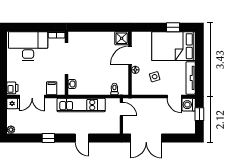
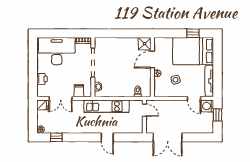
printer: (12, 88) -> (42, 79), moved
window: (48, 138) -> (56, 137), moved

